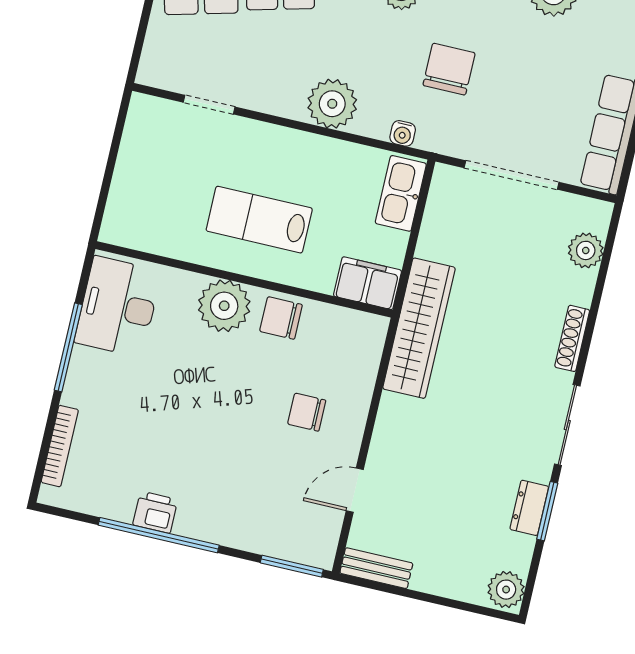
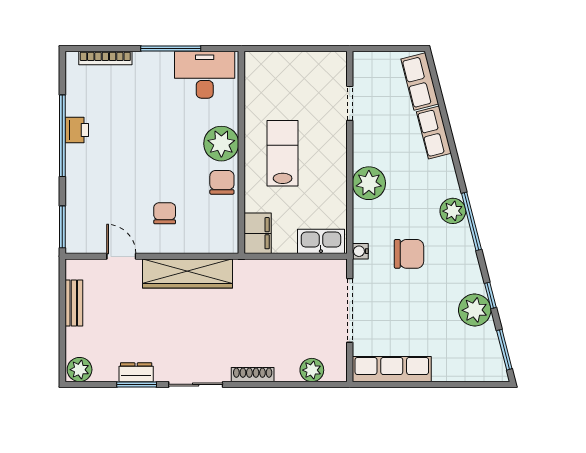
water cooler: (403, 133) -> (360, 251), moved
wardrobe: (419, 328) -> (187, 273), moved
bench: (376, 568) -> (74, 303), moved

